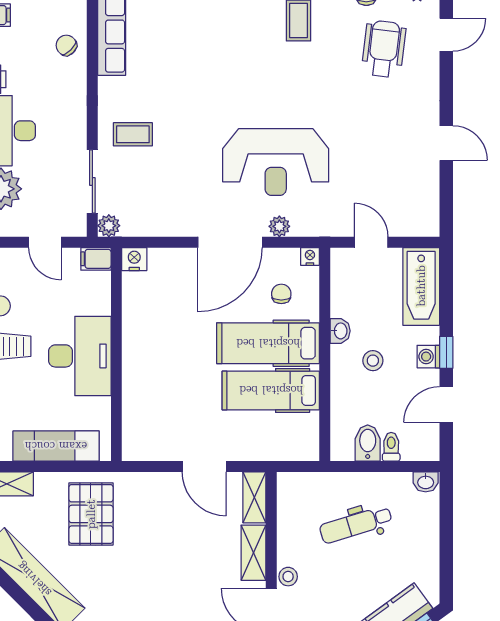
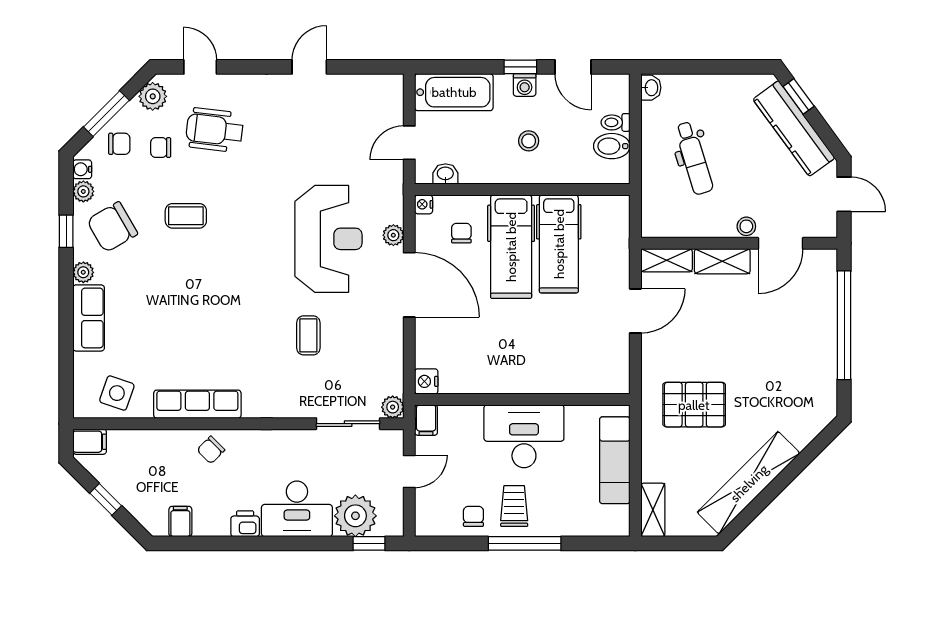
coffee table: (133, 134) -> (308, 335), moved
chair: (281, 294) -> (461, 233), turned 90
washbasin: (340, 331) -> (445, 174), moved
pallet: (91, 514) -> (694, 405), moved

